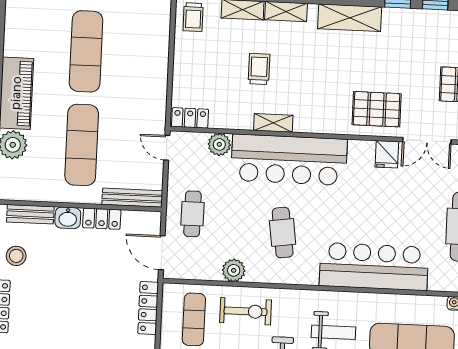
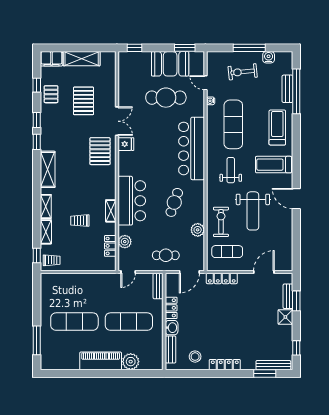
locker: (190, 118) -> (110, 246), moved
bar counter: (289, 160) -> (132, 201), width x0.73
bench: (132, 198) -> (158, 286), width x0.73
cafe table: (283, 233) -> (174, 202), turned -63

